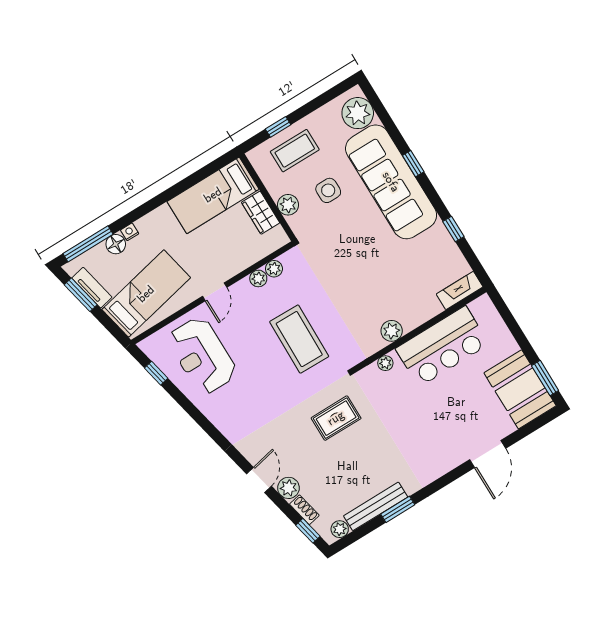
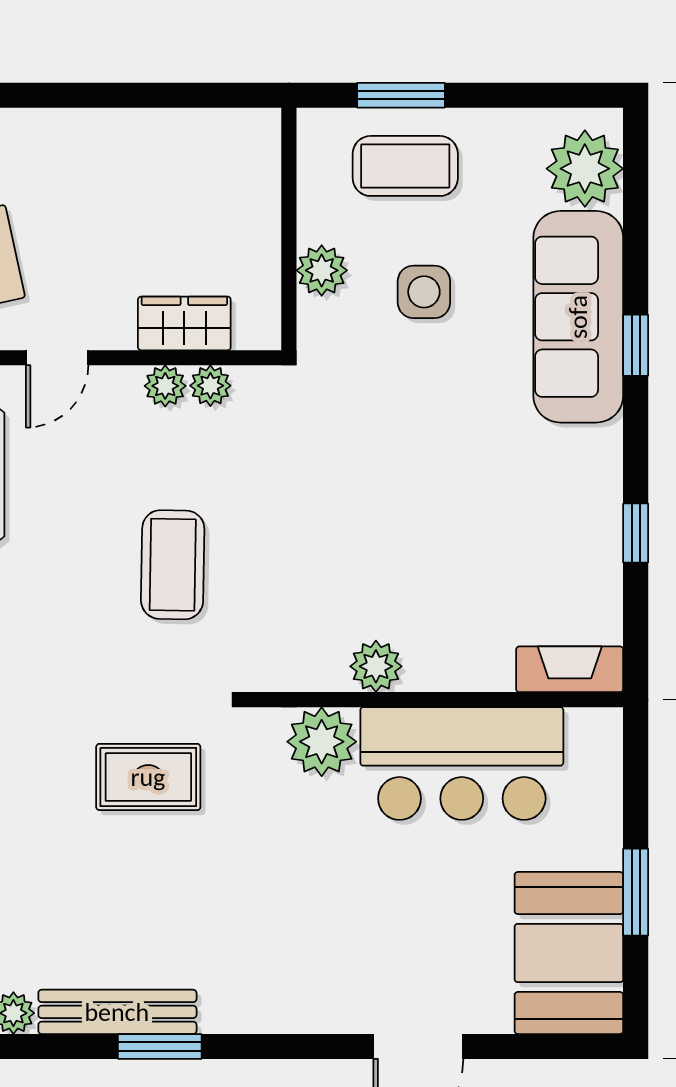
window: (278, 127) -> (401, 95), width x1.50
sofa: (391, 182) -> (578, 317), width x0.74, depth x0.79
bed: (213, 195) -> (177, 154), removed
wardrobe: (261, 213) -> (184, 323), moved, turned 90
coffee table: (299, 339) -> (173, 565), width x0.73, depth x0.76
plant: (385, 363) -> (322, 742), width x1.88, depth x1.88
window: (545, 378) -> (636, 892), moved

